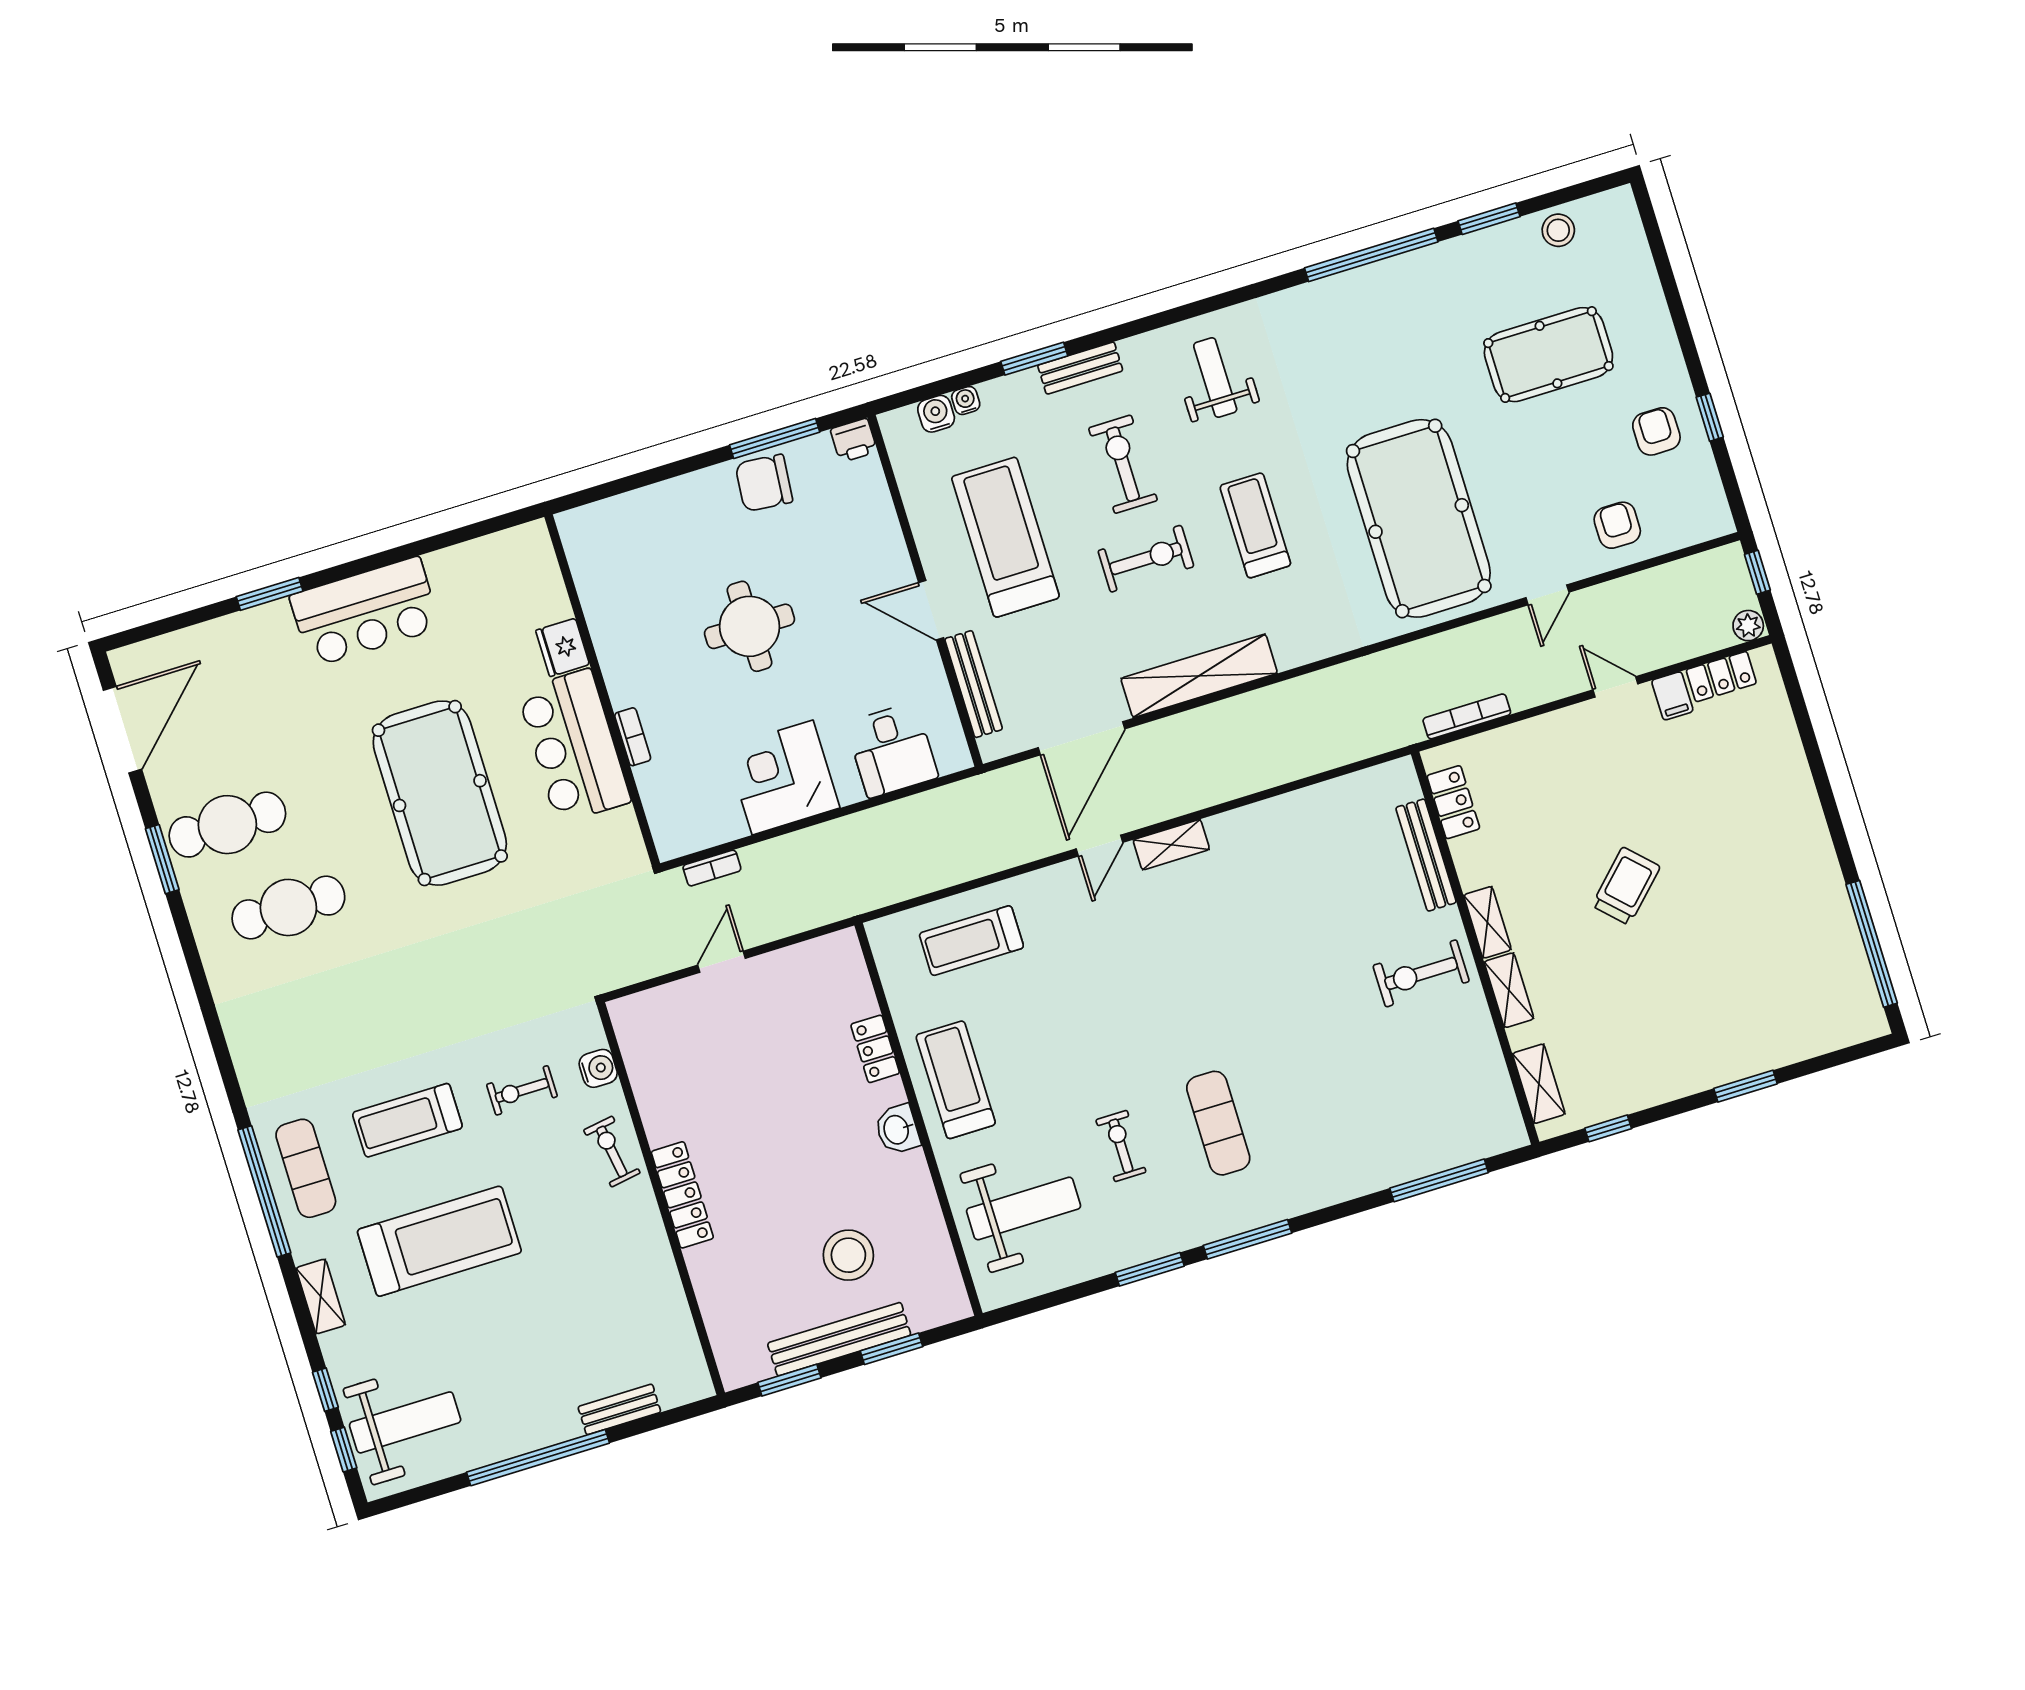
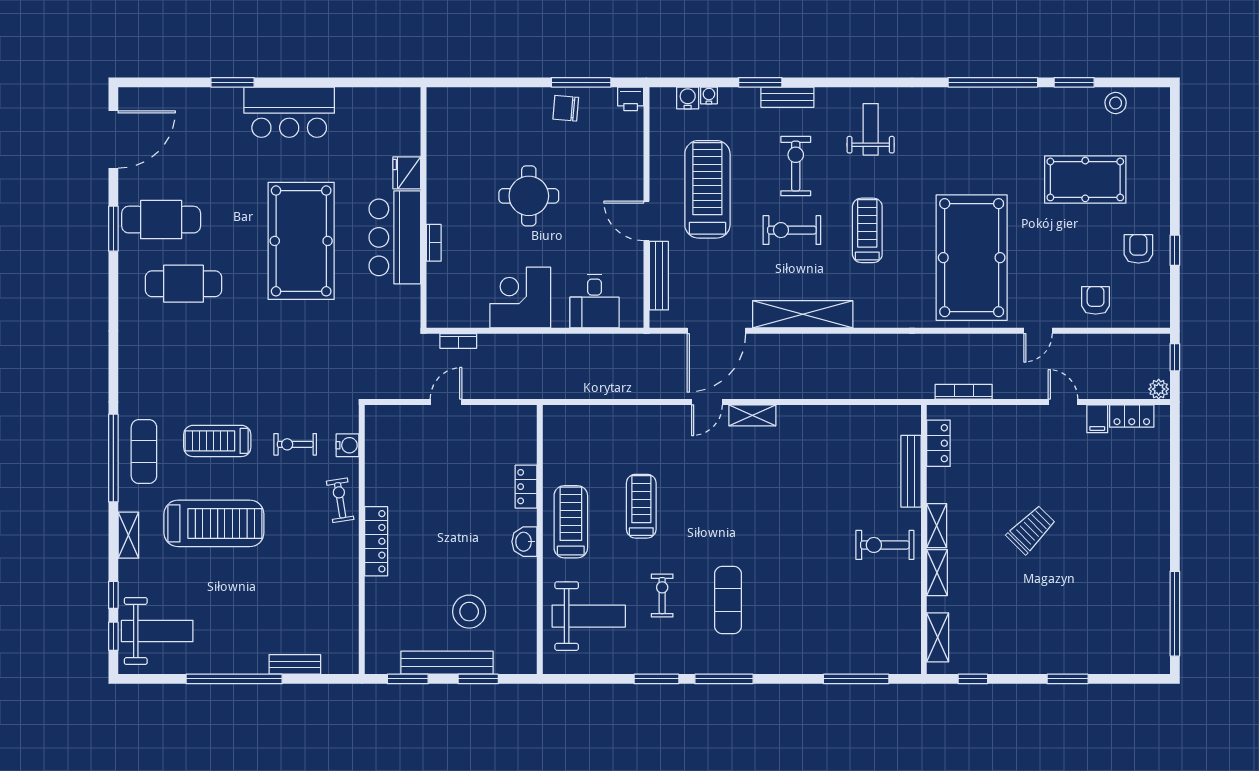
chair: (764, 483) -> (566, 108), width x0.73, depth x0.73
exercise bike: (1146, 559) -> (792, 230), turned 180
treadmill: (971, 941) -> (641, 506), moved, turned 90

